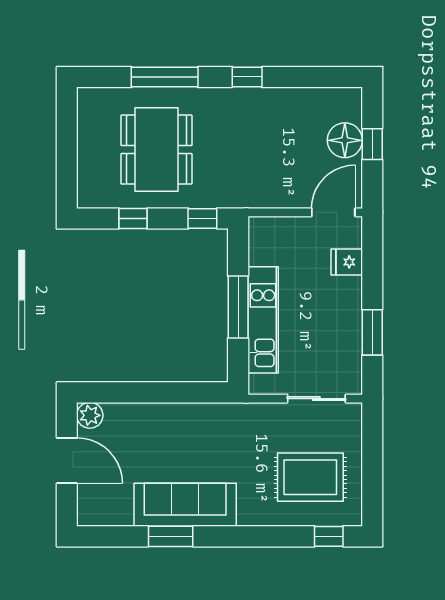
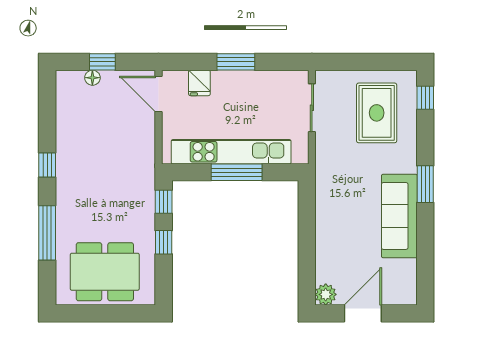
floor lamp: (345, 140) -> (92, 78), width x0.53, depth x0.53
dining table: (156, 150) -> (105, 272), moved
window: (133, 218) -> (164, 242), moved
kitchen unit: (263, 320) -> (231, 152), width x1.36
window: (372, 332) -> (236, 62), moved
window: (171, 536) -> (425, 184), moved

